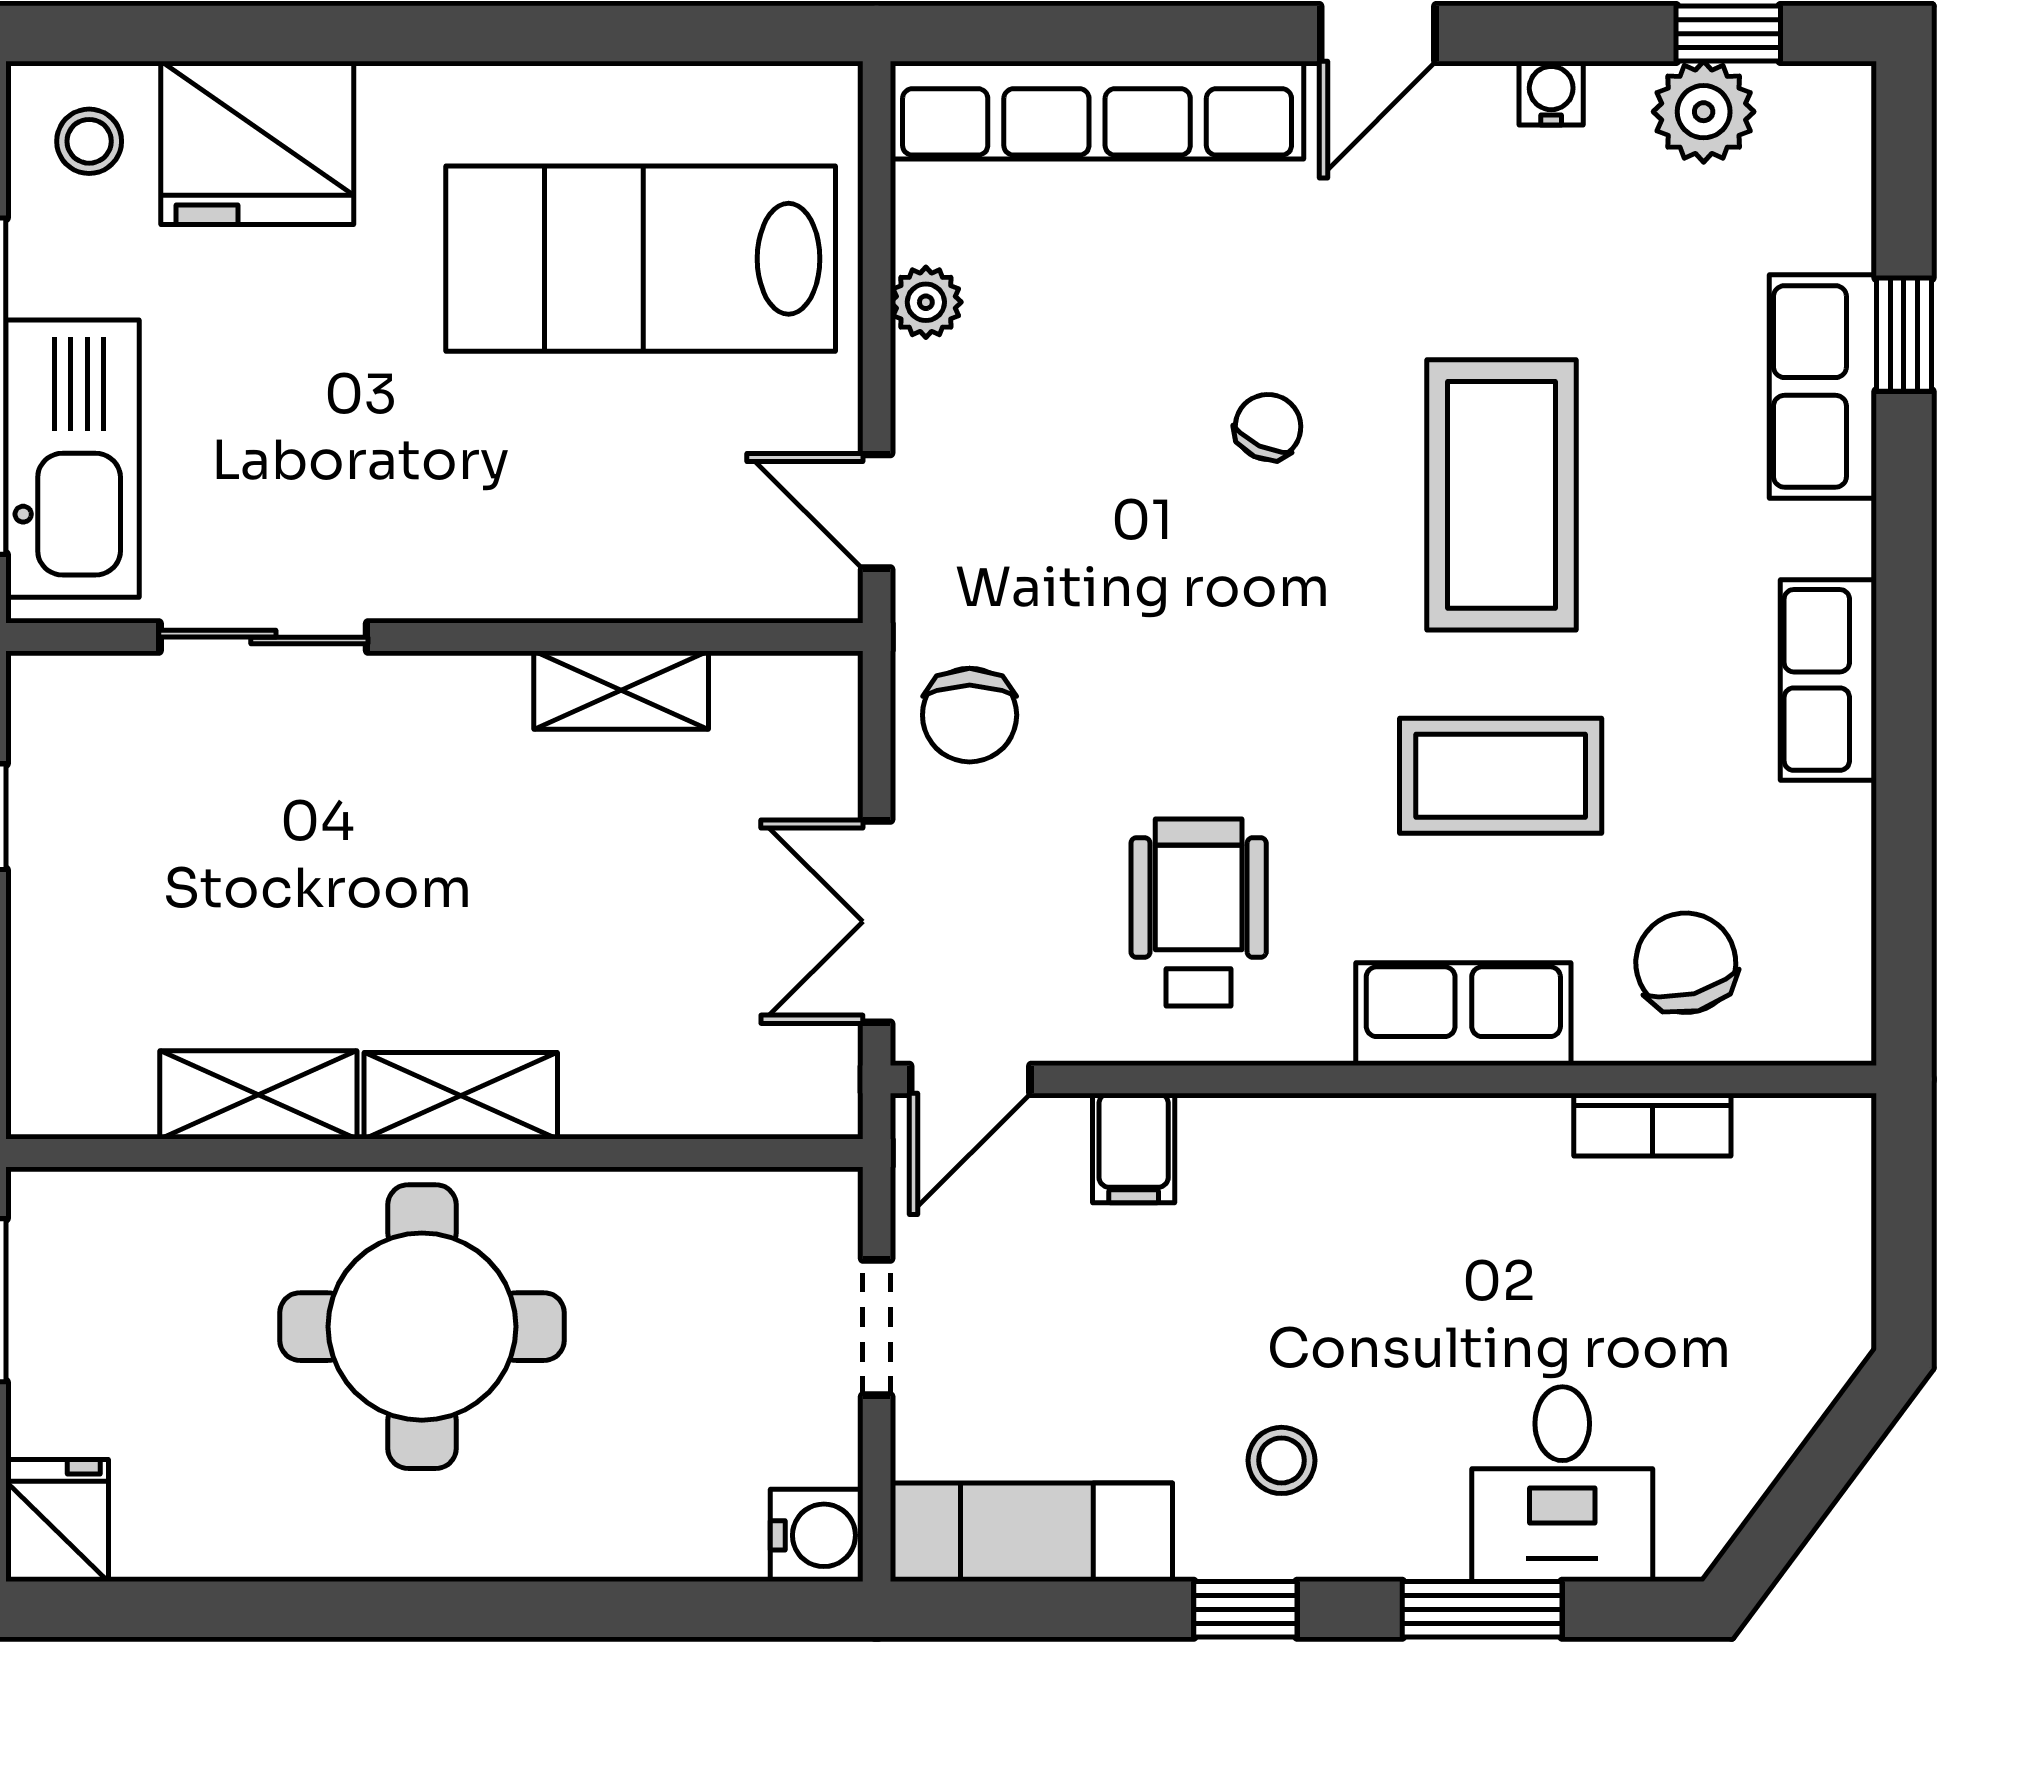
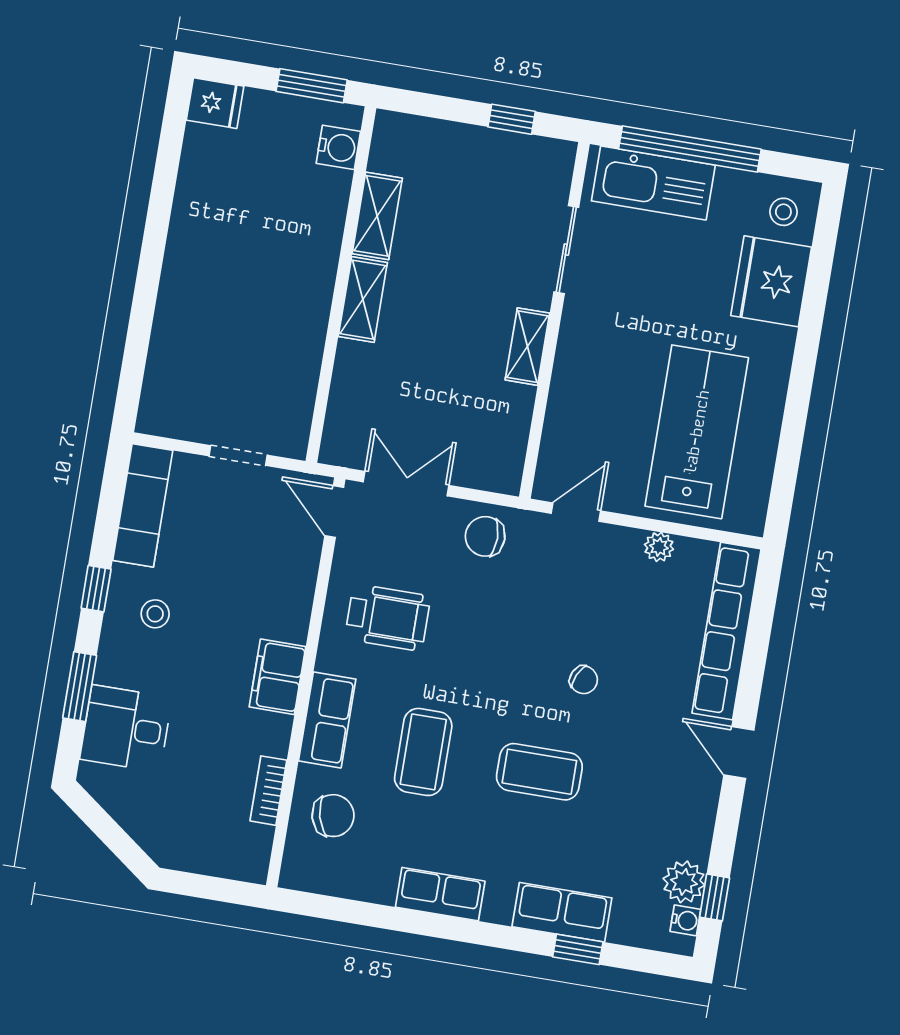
water cooler: (1551, 93) -> (685, 920), moved
coffee table: (1501, 495) -> (539, 772), width x0.73, depth x0.76
shelving: (621, 690) -> (527, 347), moved
filing cabinet: (1134, 1148) -> (277, 677), moved, width x2.00
round table: (422, 1327) -> (270, 267), removed
water cooler: (817, 1535) -> (338, 147), moved, turned -90

